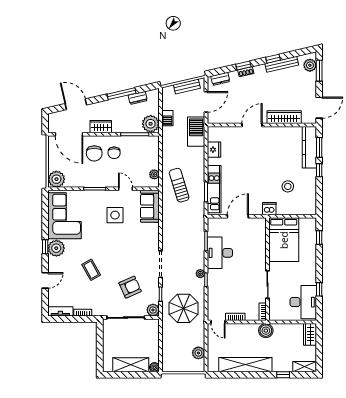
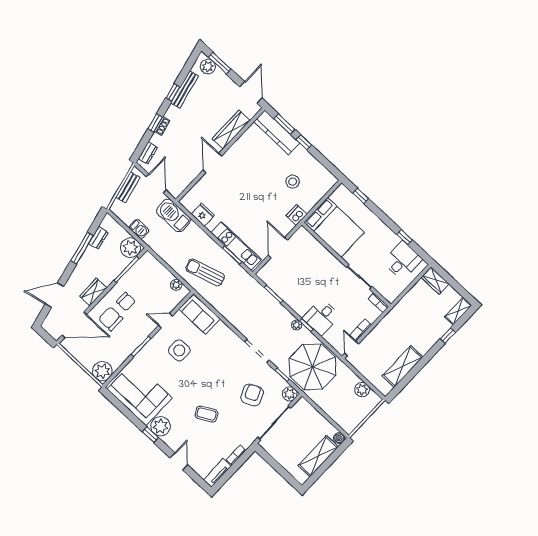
chair: (94, 153) -> (111, 319), turned 180
desk: (220, 253) -> (321, 317), moved, width x0.73
desk: (303, 302) -> (402, 261), width x0.73
parasol: (183, 308) -> (313, 367), width x1.36, depth x1.36
door: (218, 322) -> (352, 349), swing flipped
boiler: (266, 331) -> (397, 315), removed
shelving: (245, 365) -> (403, 366), width x0.68

